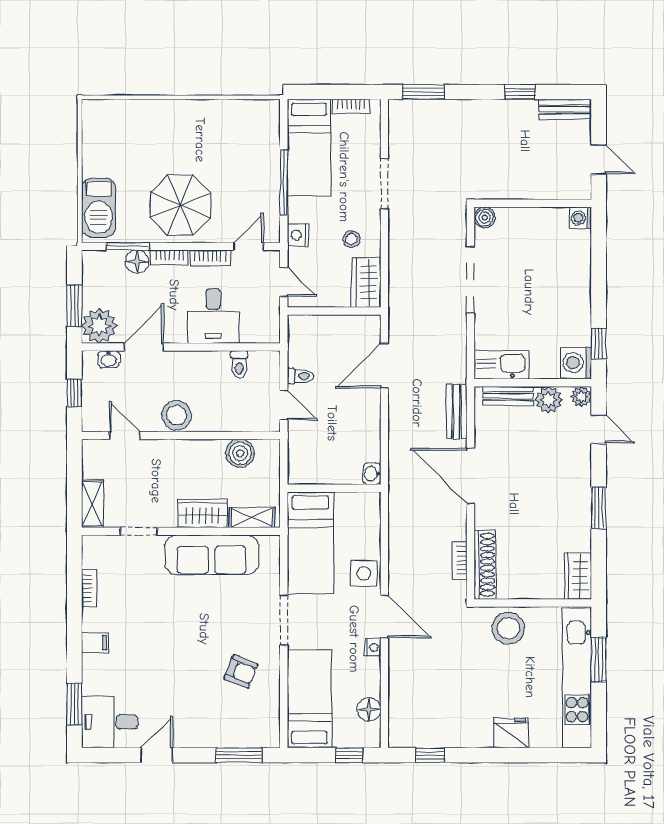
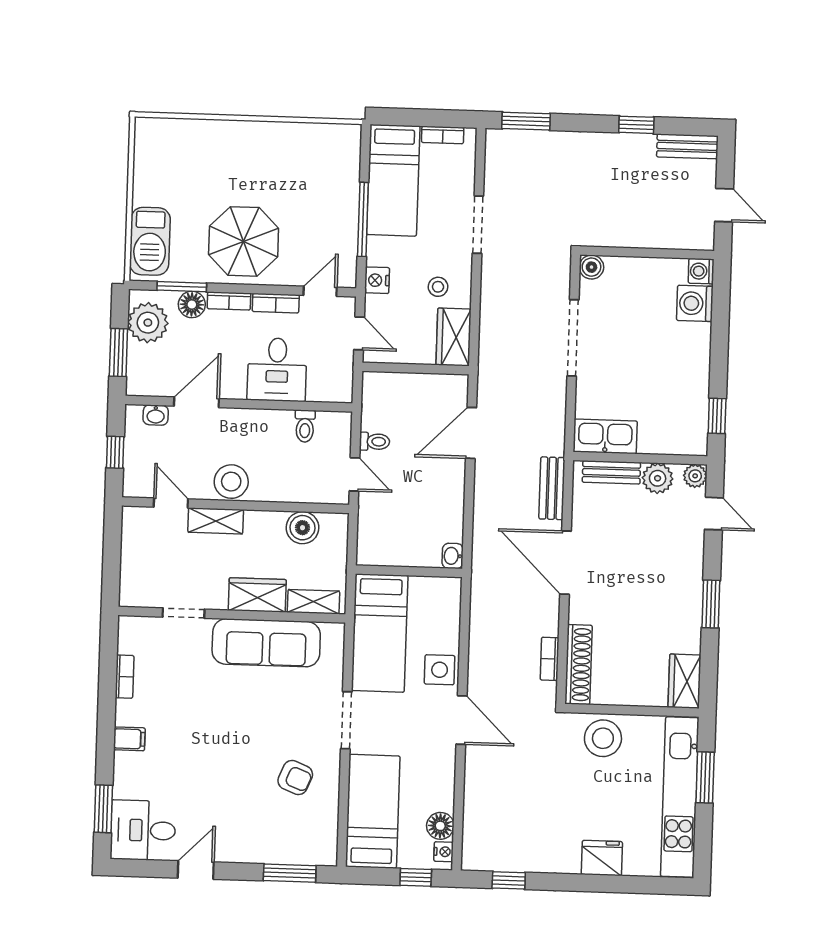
plant: (99, 326) -> (148, 323), moved
washing machine: (576, 363) -> (695, 303), moved
shelving: (92, 504) -> (216, 521), moved, turned 90
nightstand: (373, 647) -> (444, 852), moved

